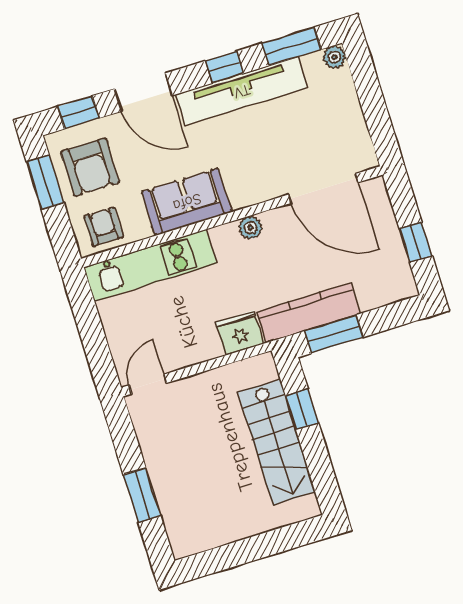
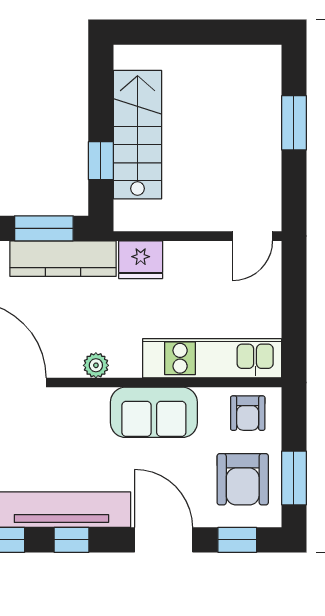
armchair: (90, 167) -> (243, 479), turned 180

